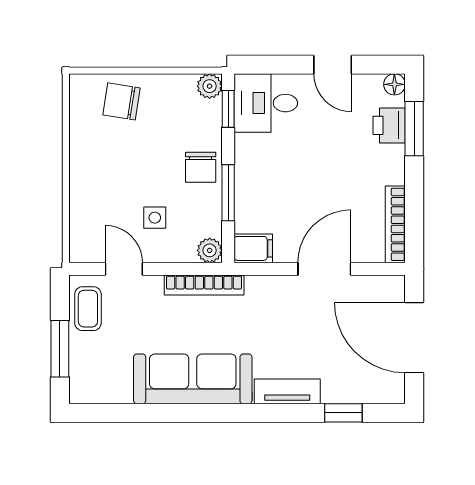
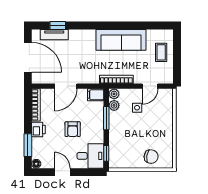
plant: (210, 86) -> (114, 105), moved
printer: (389, 125) -> (38, 130), moved
chair: (201, 167) -> (118, 129), removed
armchair: (308, 167) -> (73, 129), added
door: (124, 269) -> (150, 86), hinge flipped
coffee table: (88, 309) -> (161, 52), moved
window: (60, 349) -> (177, 53), removed
tv unit: (287, 391) -> (54, 35), moved

